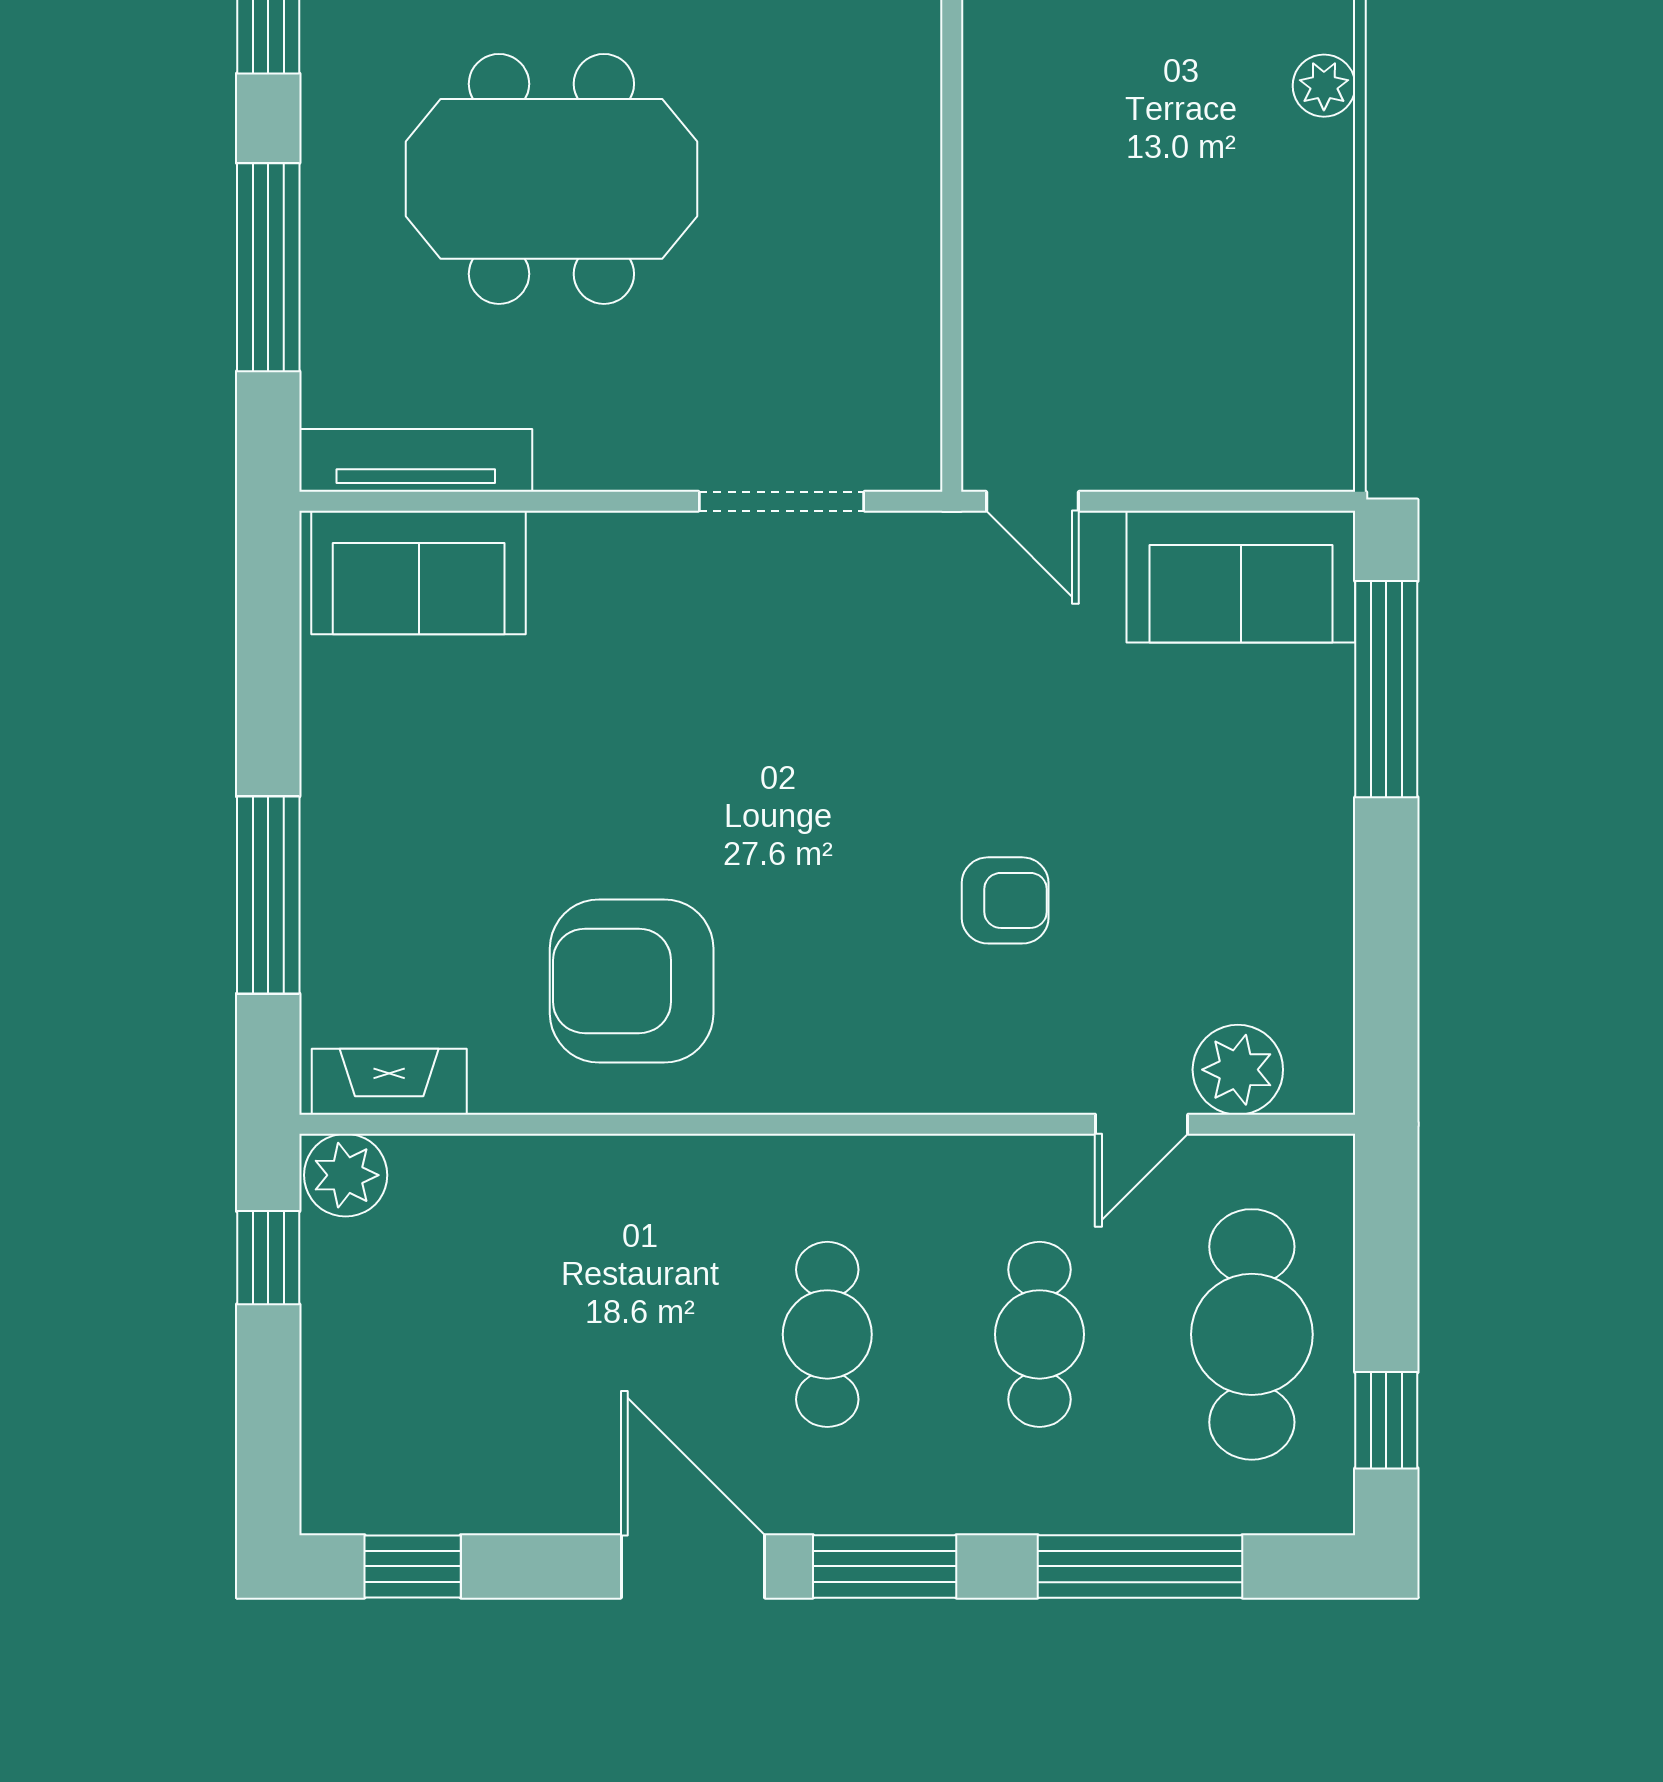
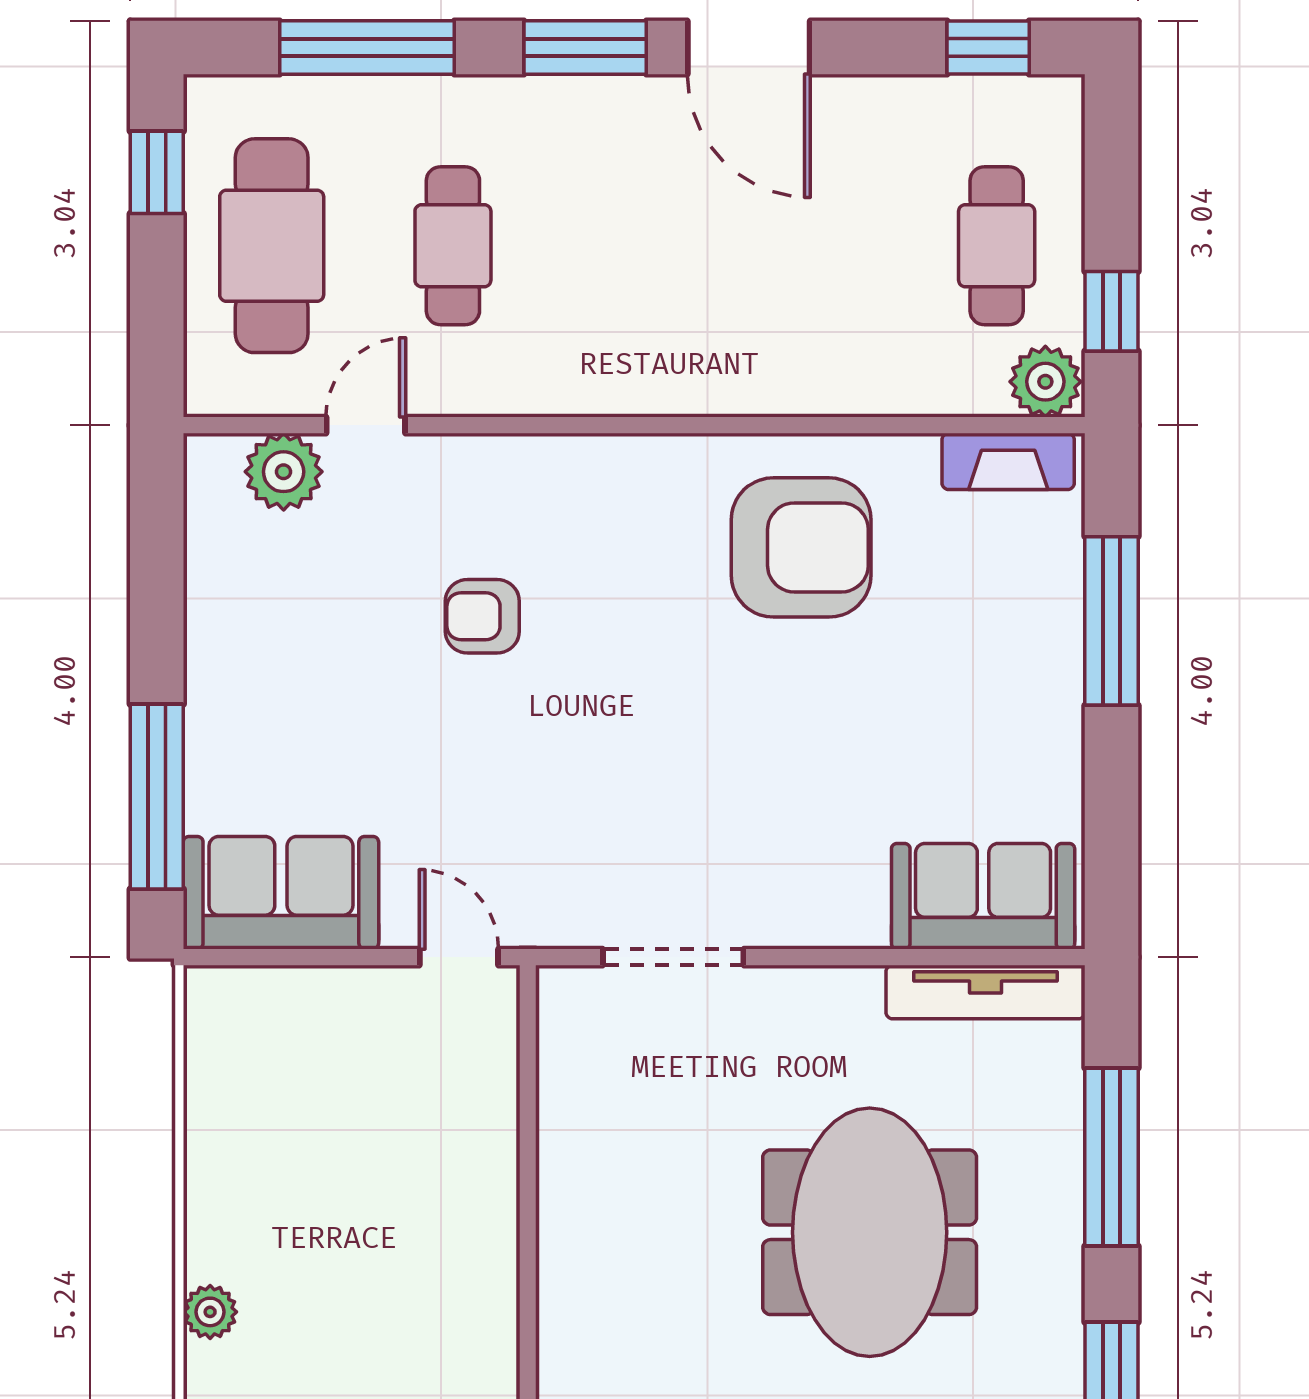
meeting table: (551, 179) -> (870, 1232), turned 90
cafe table: (827, 1334) -> (997, 246), moved

